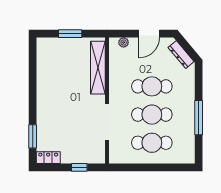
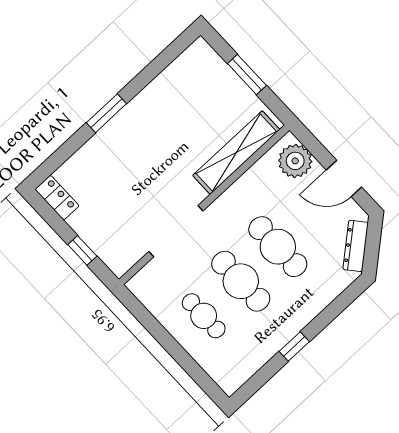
plant: (124, 42) -> (295, 161), width x1.87, depth x1.87
window: (199, 118) -> (294, 346), width x0.46
window: (33, 136) -> (106, 113), moved
cafe table: (152, 143) -> (204, 316), width x0.73, depth x0.74

